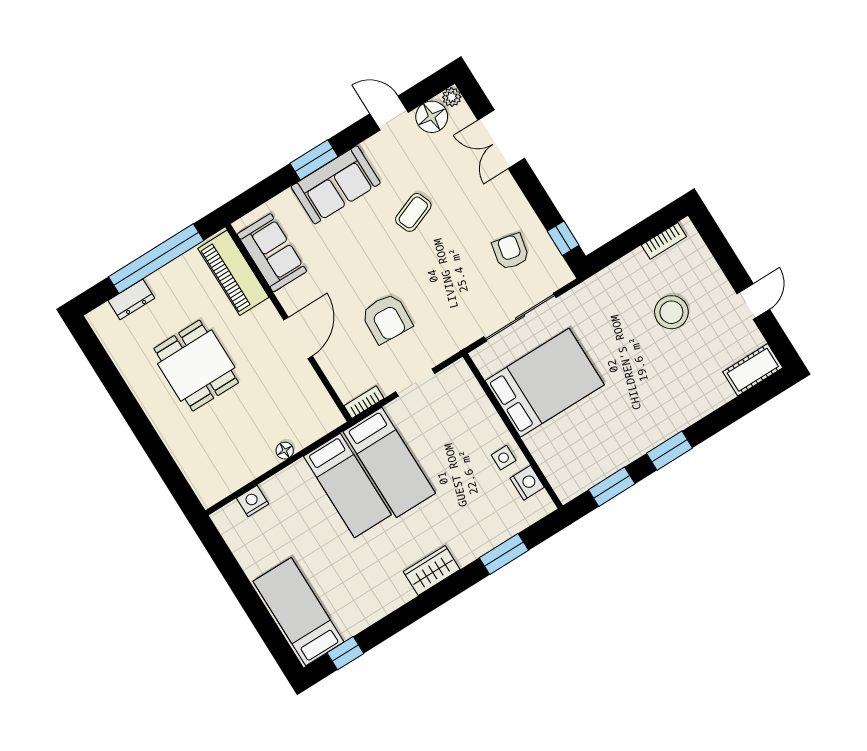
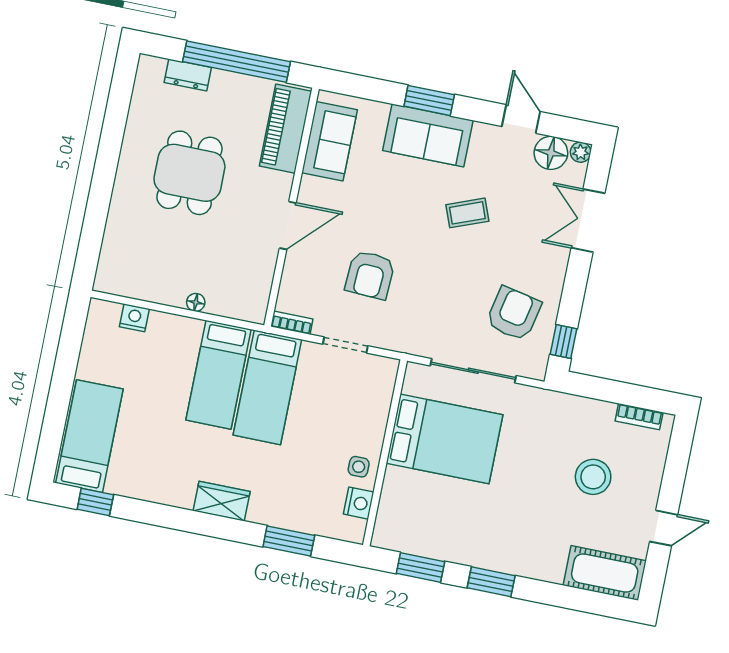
armchair: (511, 252) -> (514, 314), width x1.38, depth x1.38
cot: (753, 370) -> (605, 573), width x1.37, depth x1.34

